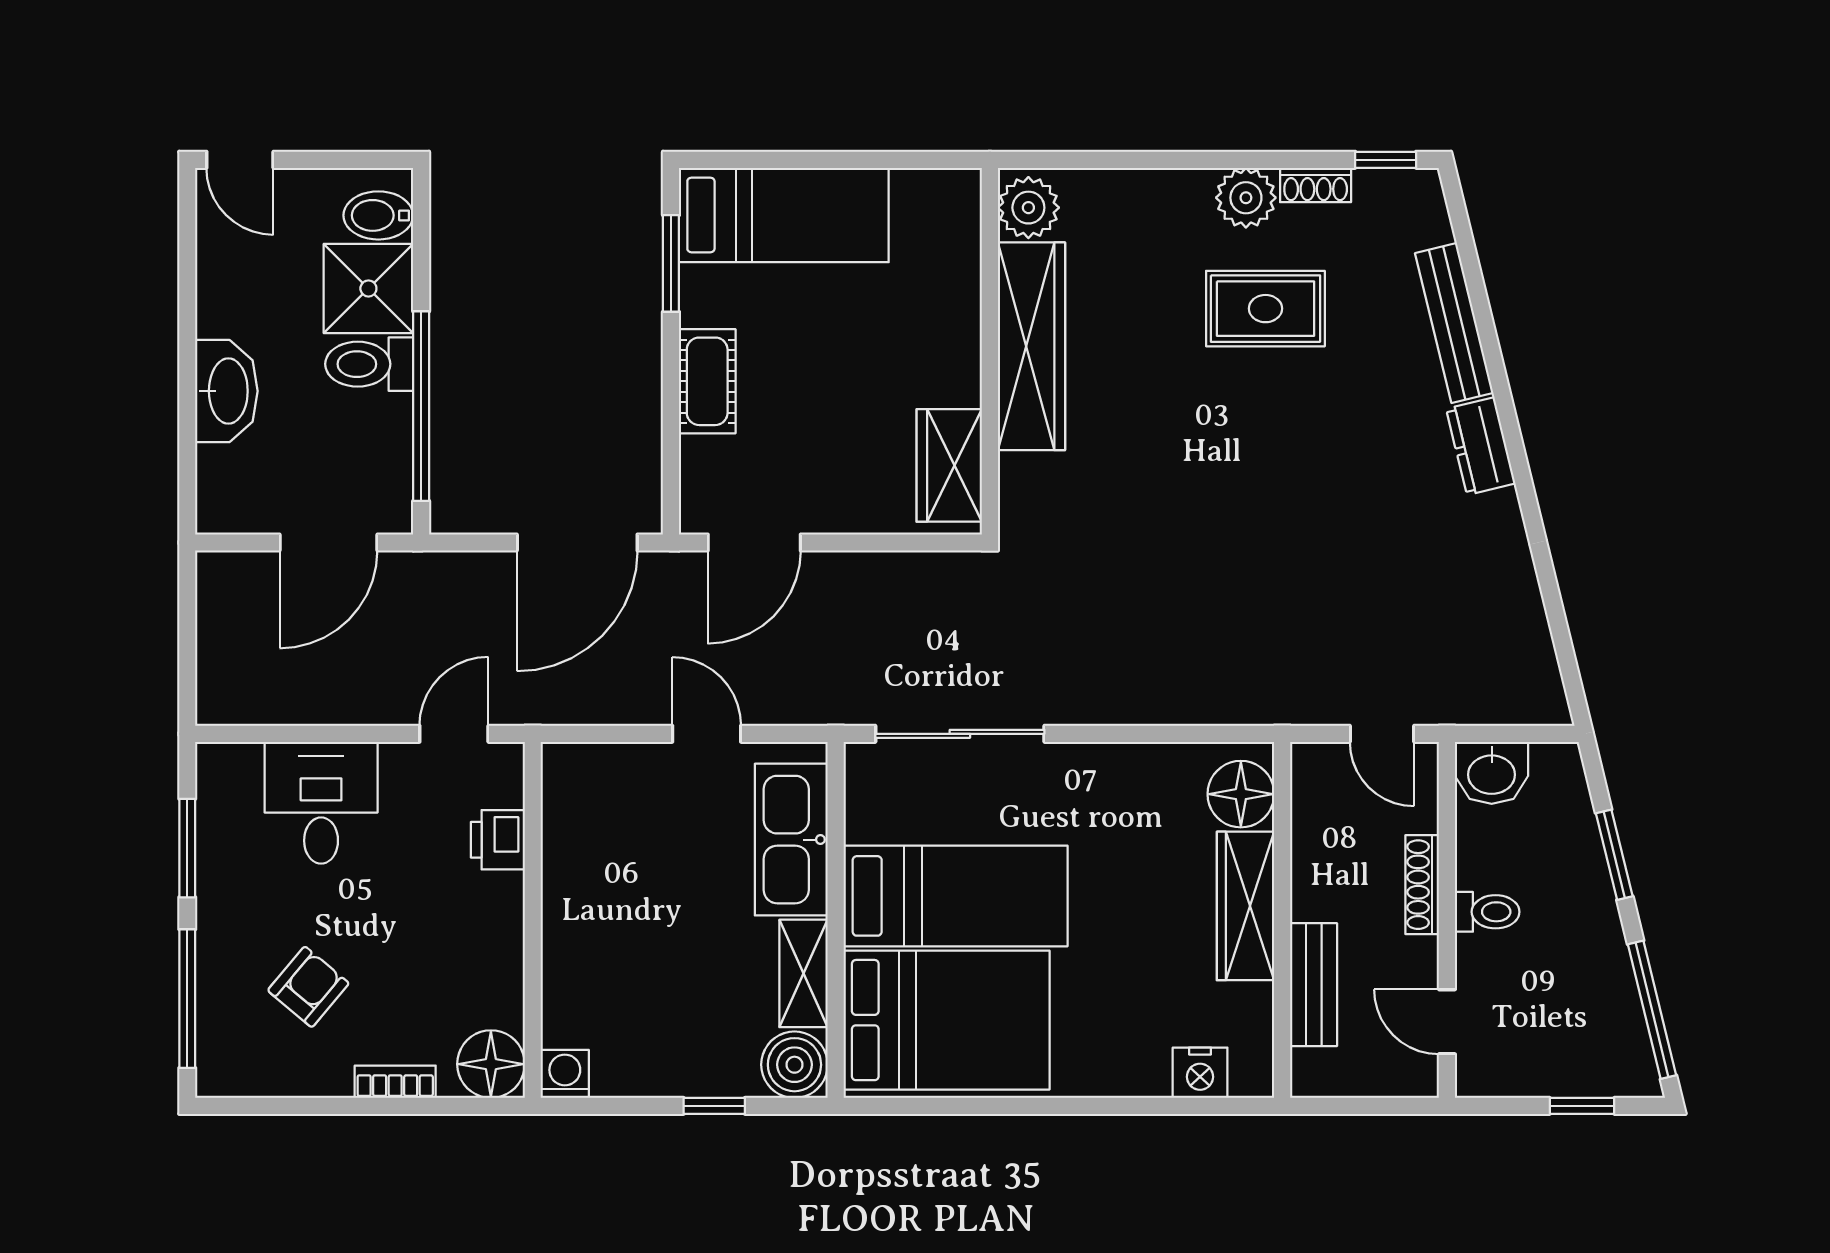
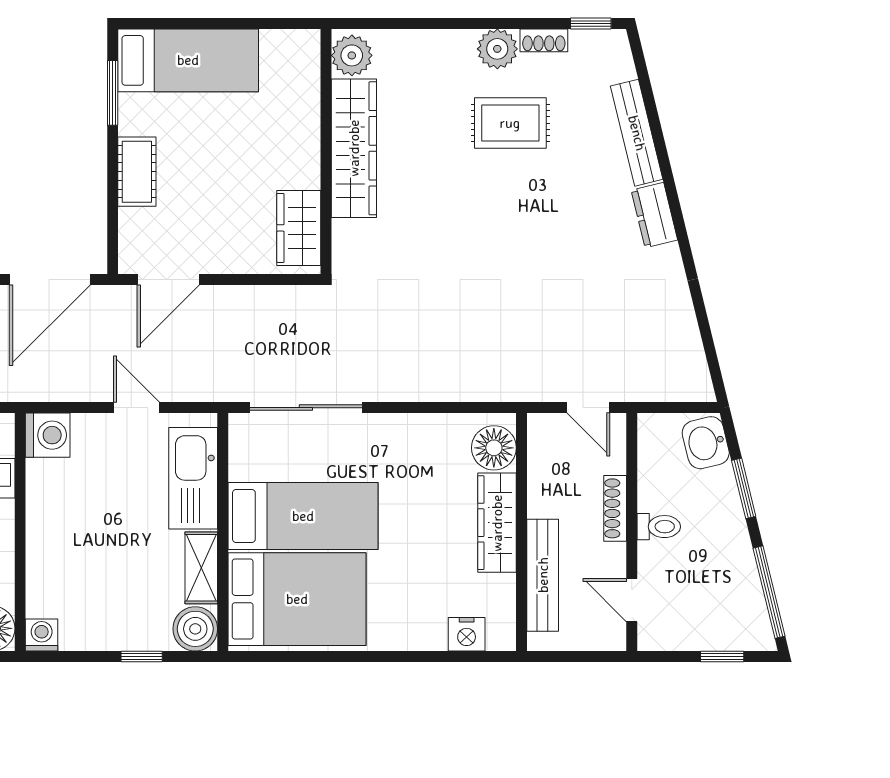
washbasin: (1492, 773) -> (706, 443), moved, turned 76
washing machine: (574, 775) -> (48, 435), added
bench: (1314, 985) -> (543, 575), width x1.36

